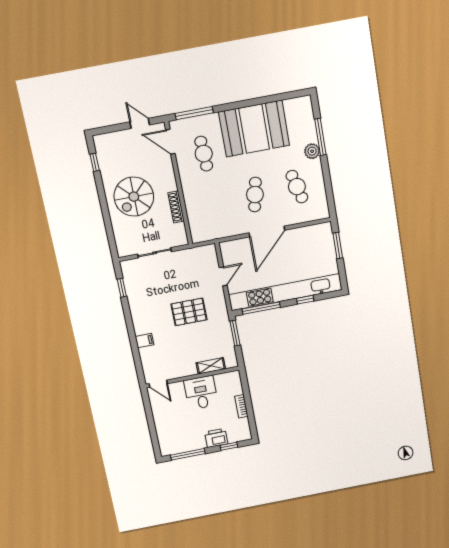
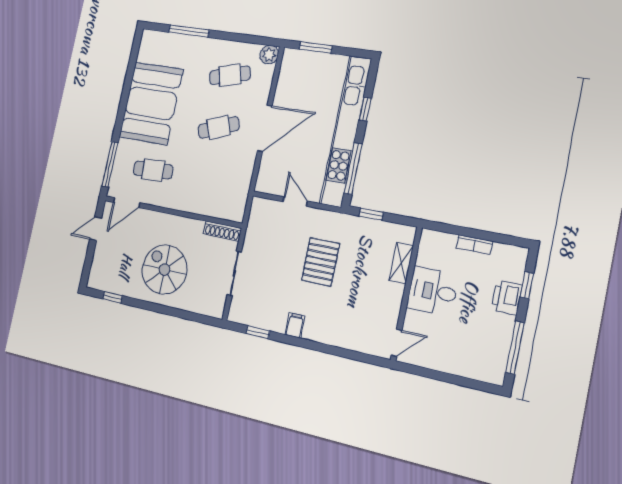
plant: (312, 151) -> (269, 55), moved
cafe table: (255, 195) -> (219, 127), turned -33
spiral stairs: (134, 197) -> (164, 270), turned 180
shoe rack: (176, 207) -> (222, 231), moved
door: (267, 231) -> (265, 128), hinge flipped
window: (235, 333) -> (371, 214), width x0.67
filing cabinet: (145, 341) -> (295, 325), moved

